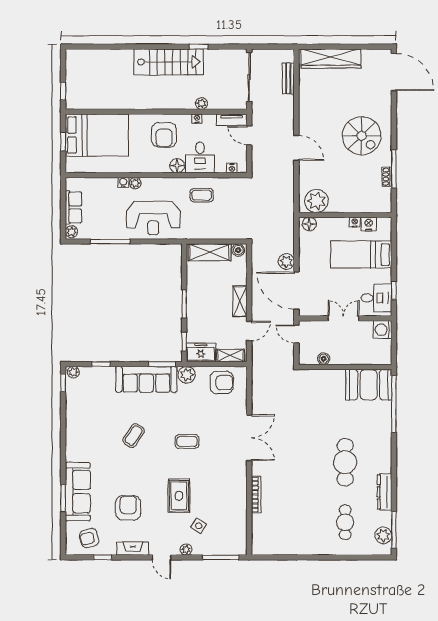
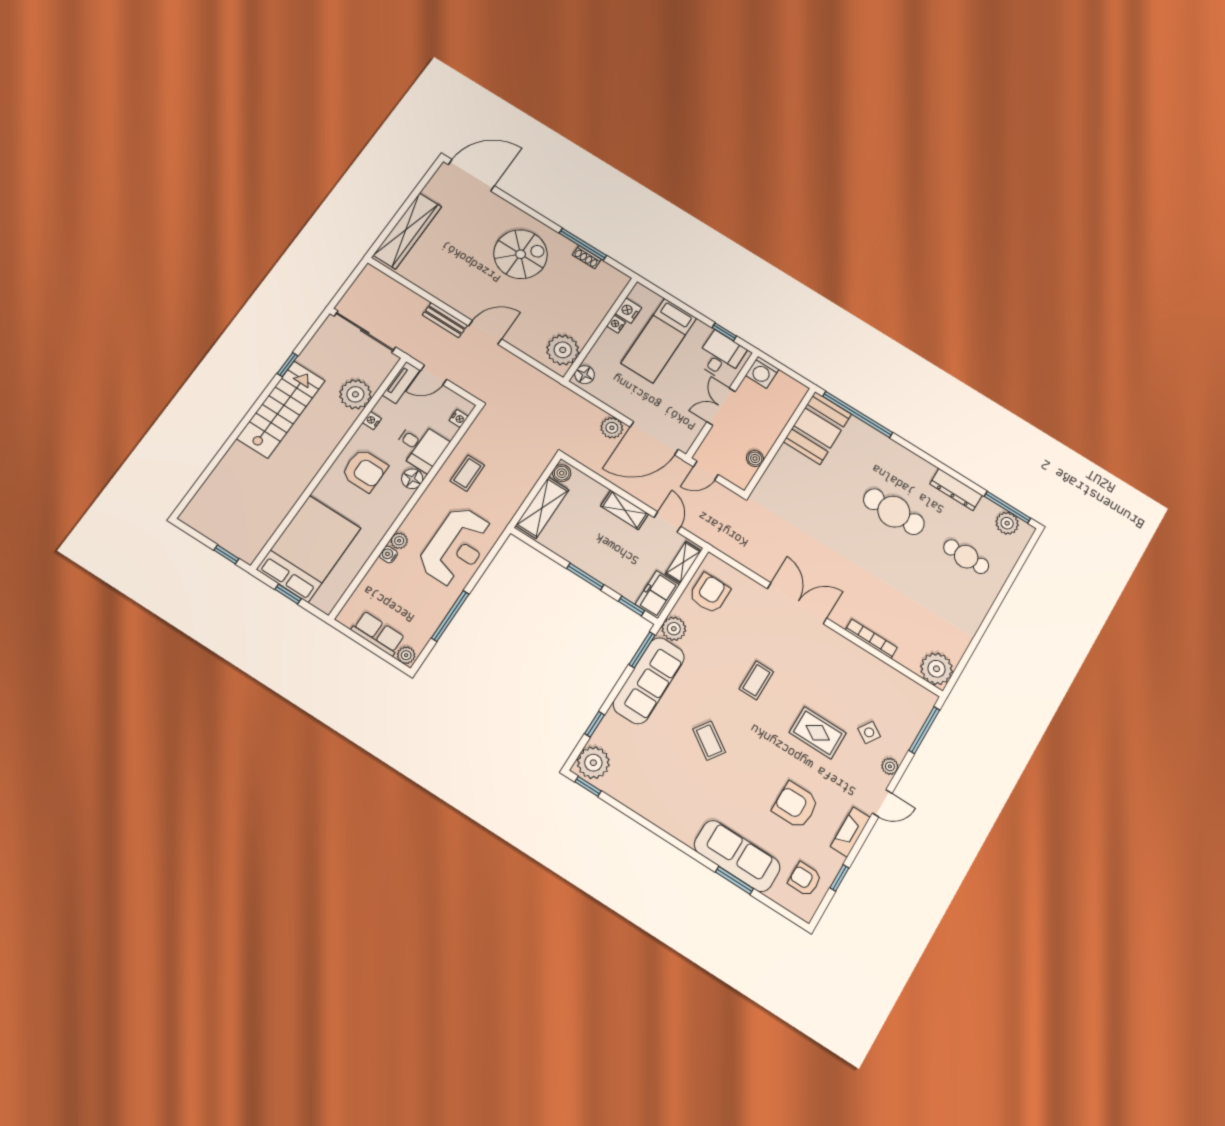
bench: (288, 78) -> (445, 320), moved
plant: (201, 103) -> (355, 394), width x1.87, depth x1.87
plant: (73, 372) -> (593, 763), width x1.87, depth x1.87
armchair: (89, 538) -> (805, 879), turned 104
plant: (263, 544) -> (937, 669), added

